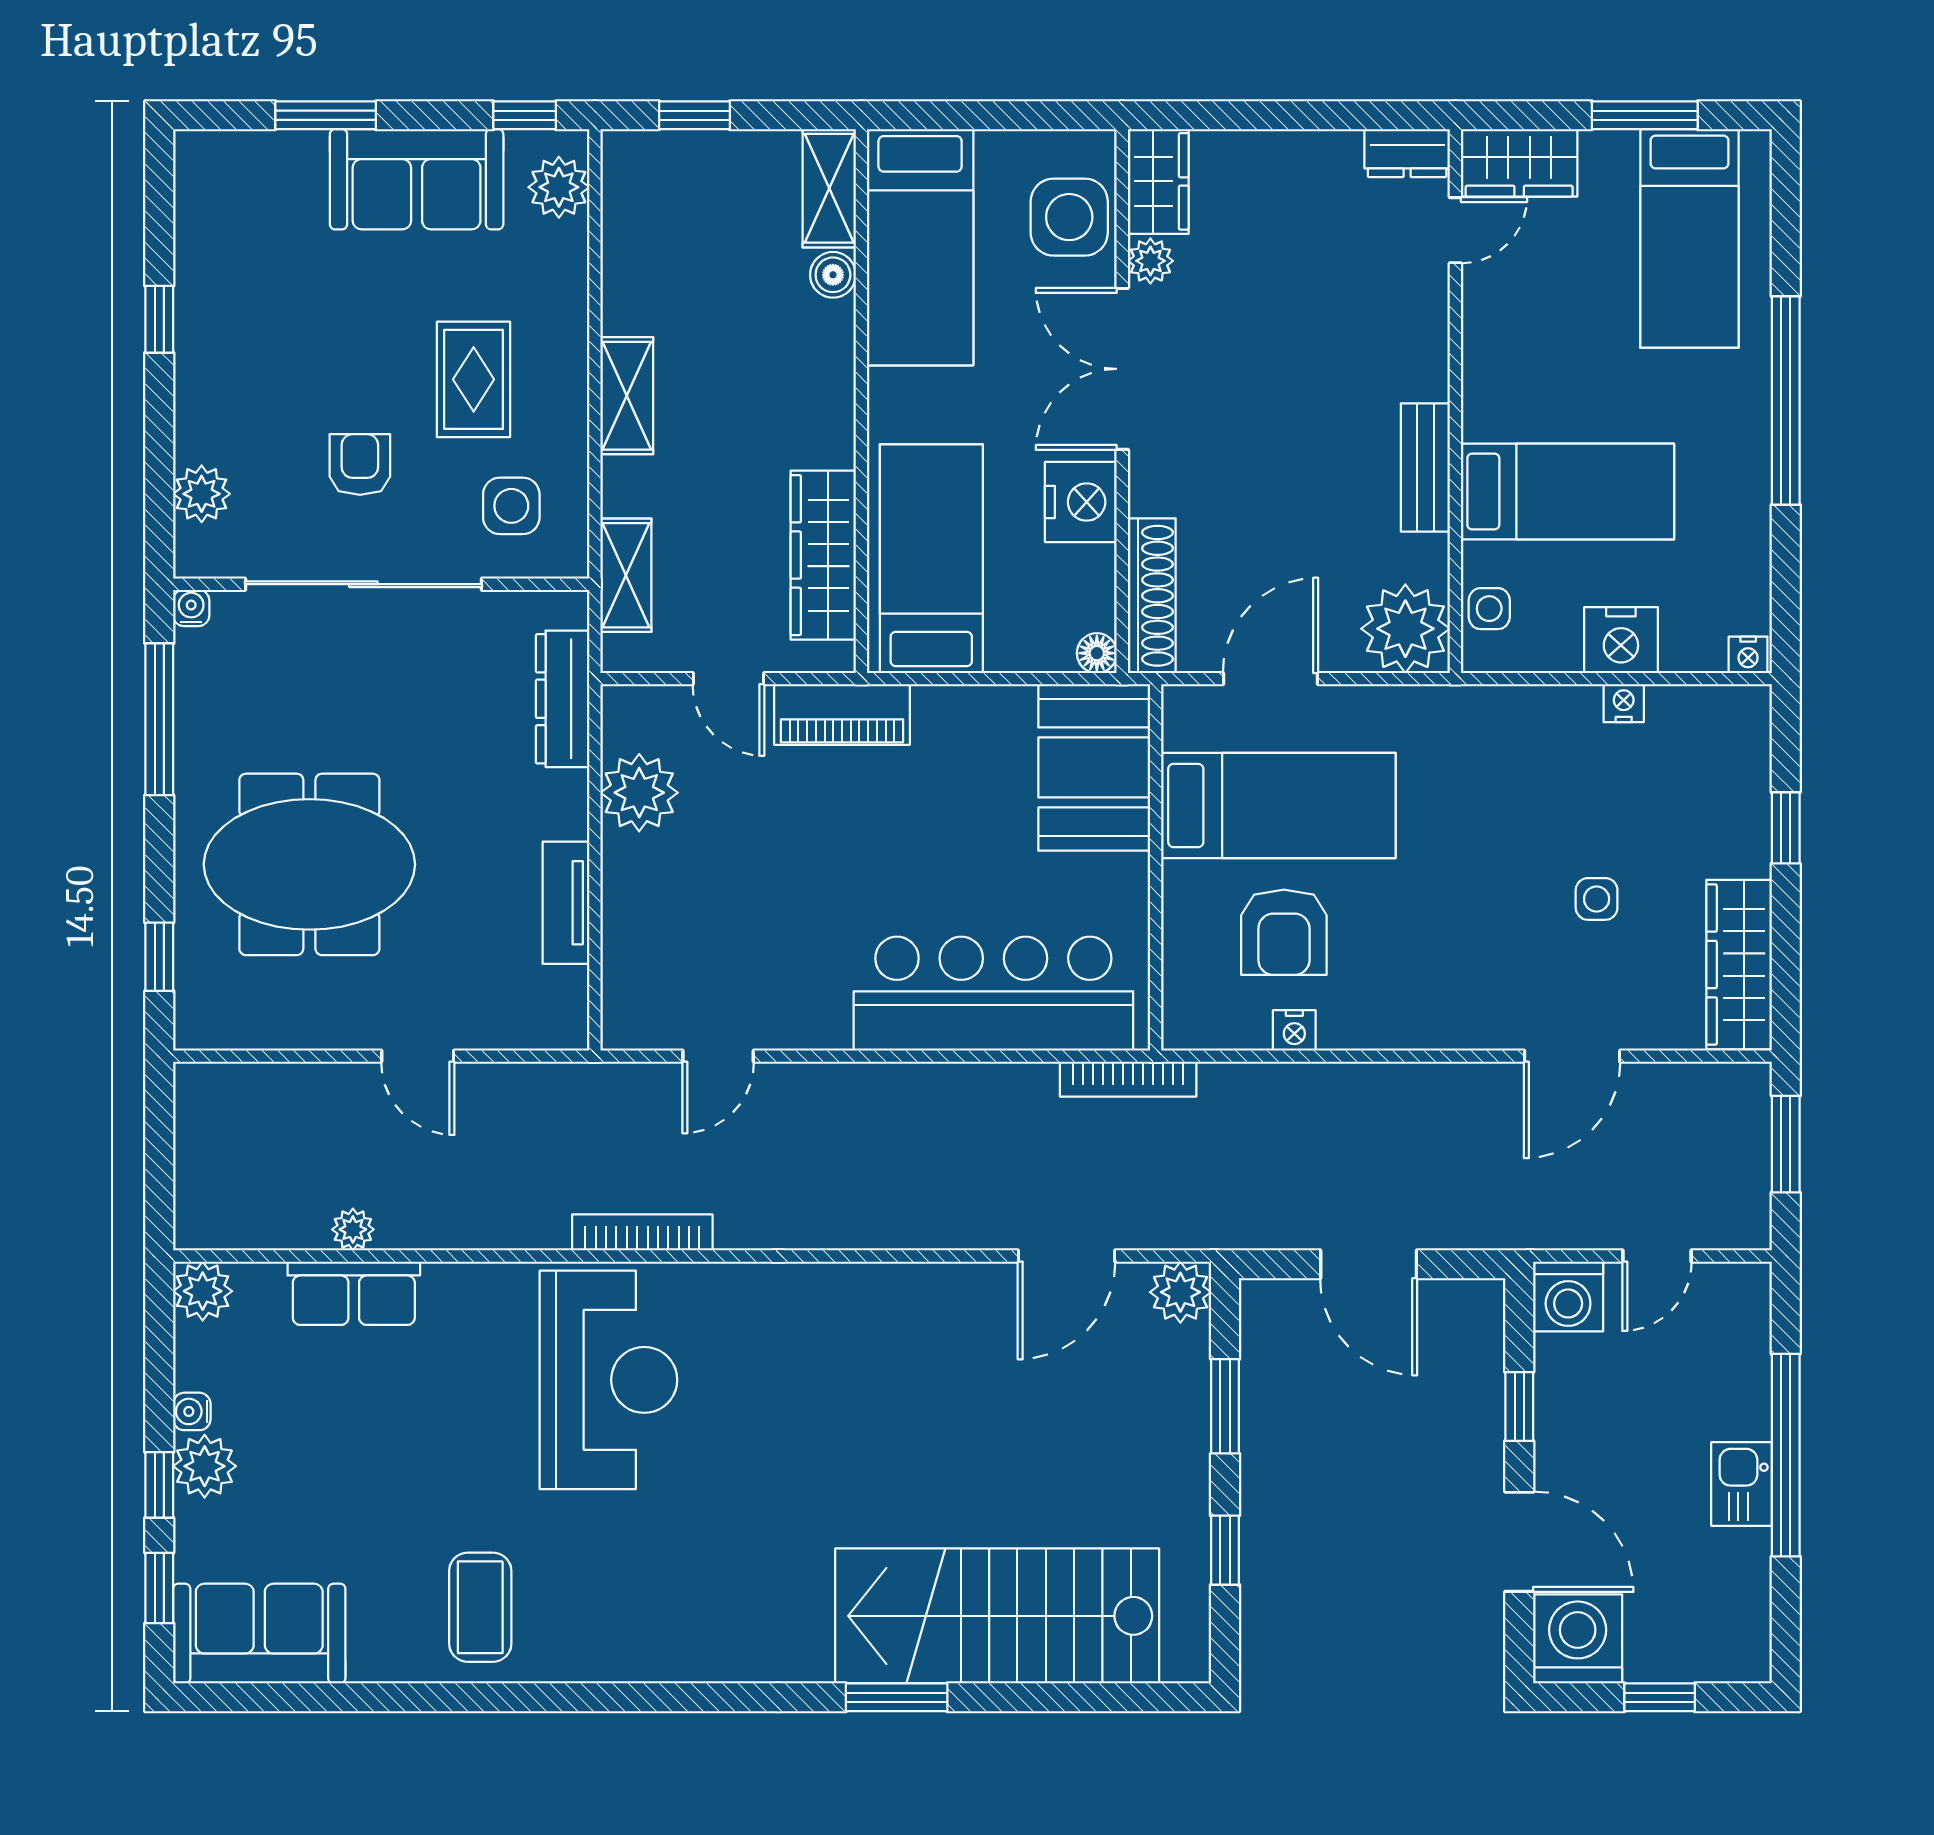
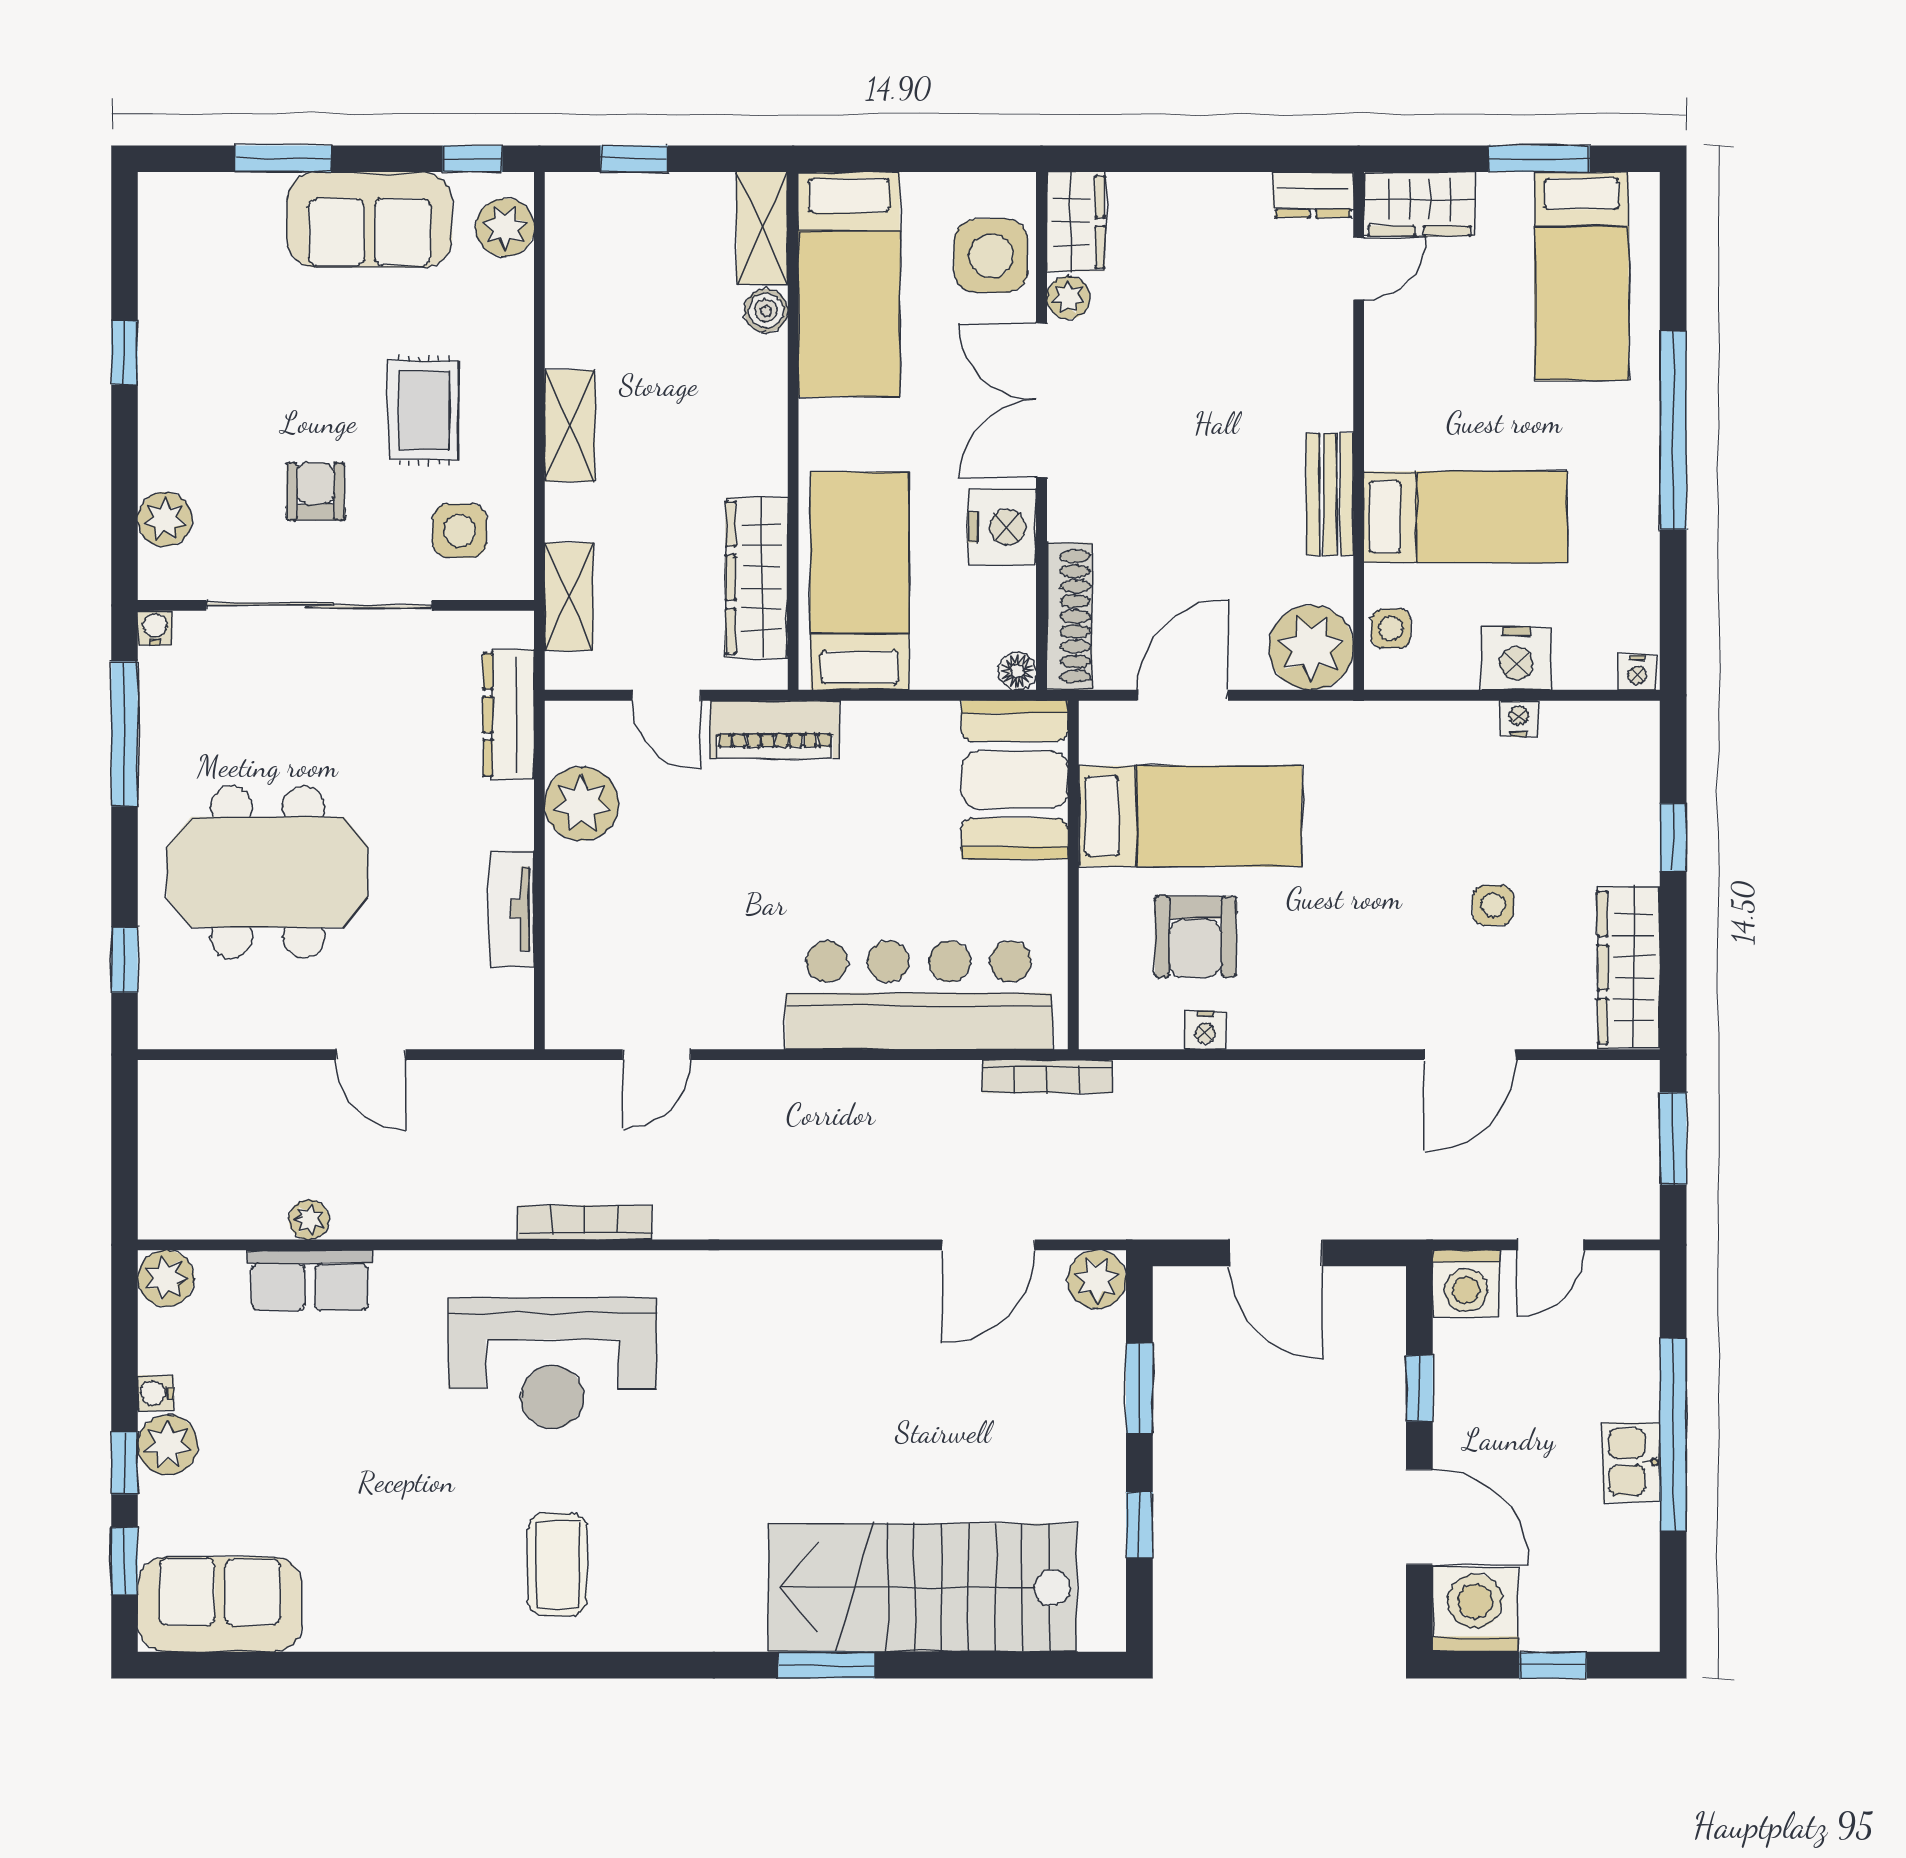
reception desk: (608, 1380) -> (552, 1363), turned 90
coffee table: (480, 1607) -> (558, 1565), moved

